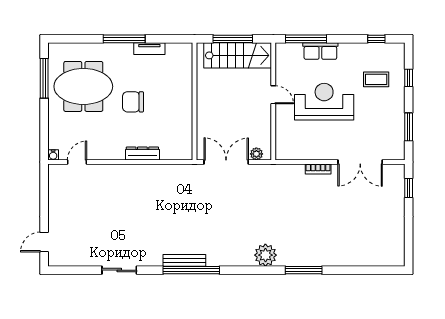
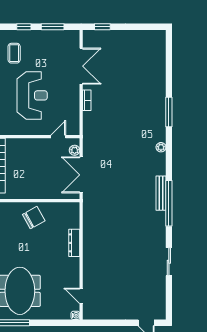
window: (409, 78) -> (24, 27), moved
door: (273, 95) -> (58, 137), moved
chair: (133, 102) -> (34, 218), moved, turned -119
reception desk: (324, 102) -> (32, 95), turned 180
plant: (265, 255) -> (161, 147), width x0.53, depth x0.53
bench: (184, 260) -> (161, 193), moved

